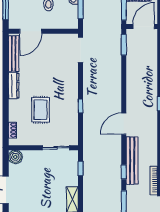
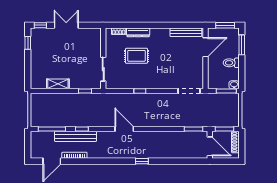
door: (31, 31) -> (205, 47), swing flipped
dresser: (14, 86) -> (138, 32), moved
boiler: (15, 157) -> (95, 34), removed
bench: (132, 161) -> (76, 136), moved

